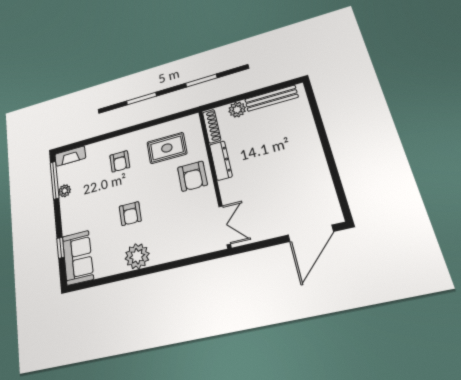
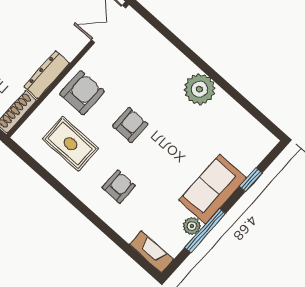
window: (55, 180) -> (205, 231), moved
armchair: (130, 214) -> (130, 125), moved
sofa: (78, 258) -> (213, 189), moved

